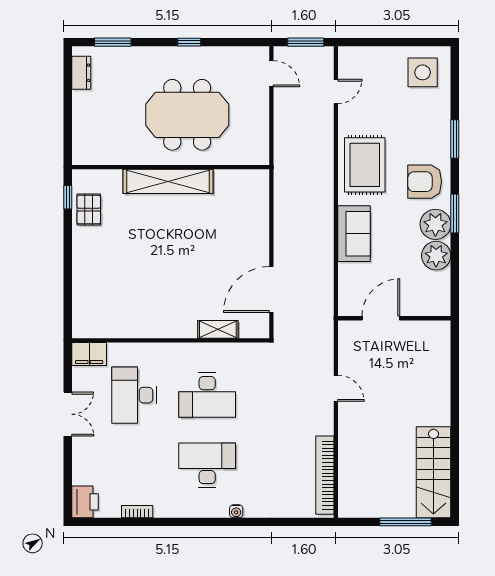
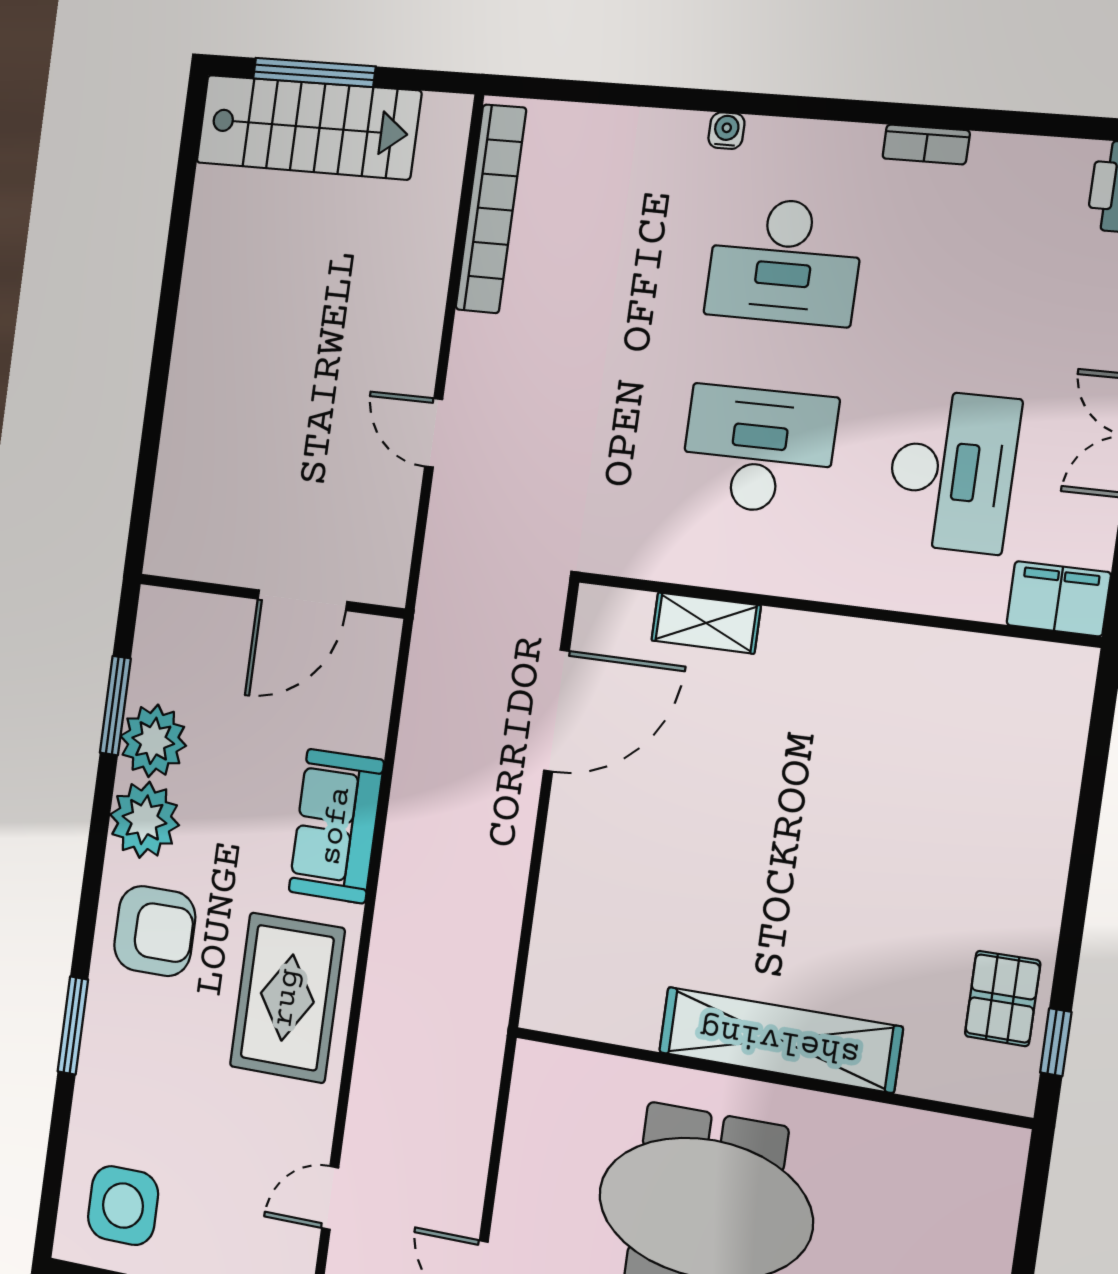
window: (455, 213) -> (115, 706), moved
stairs: (433, 472) -> (308, 127), moved, turned 90
bookcase: (137, 512) -> (926, 144), moved

